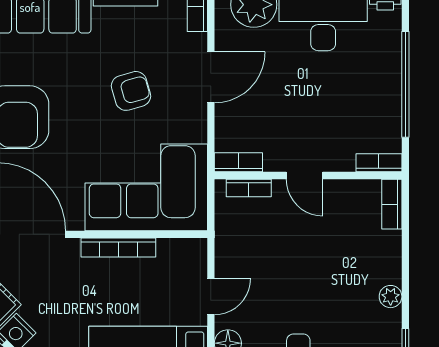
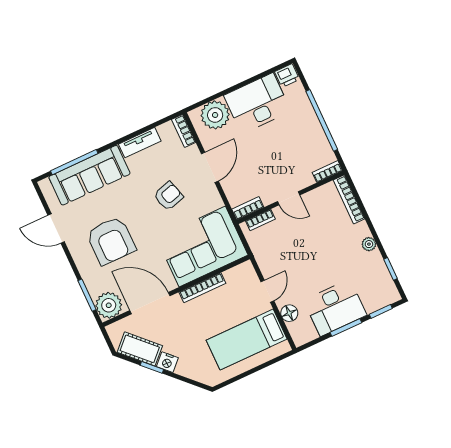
bookcase: (392, 204) -> (349, 199), width x1.56

